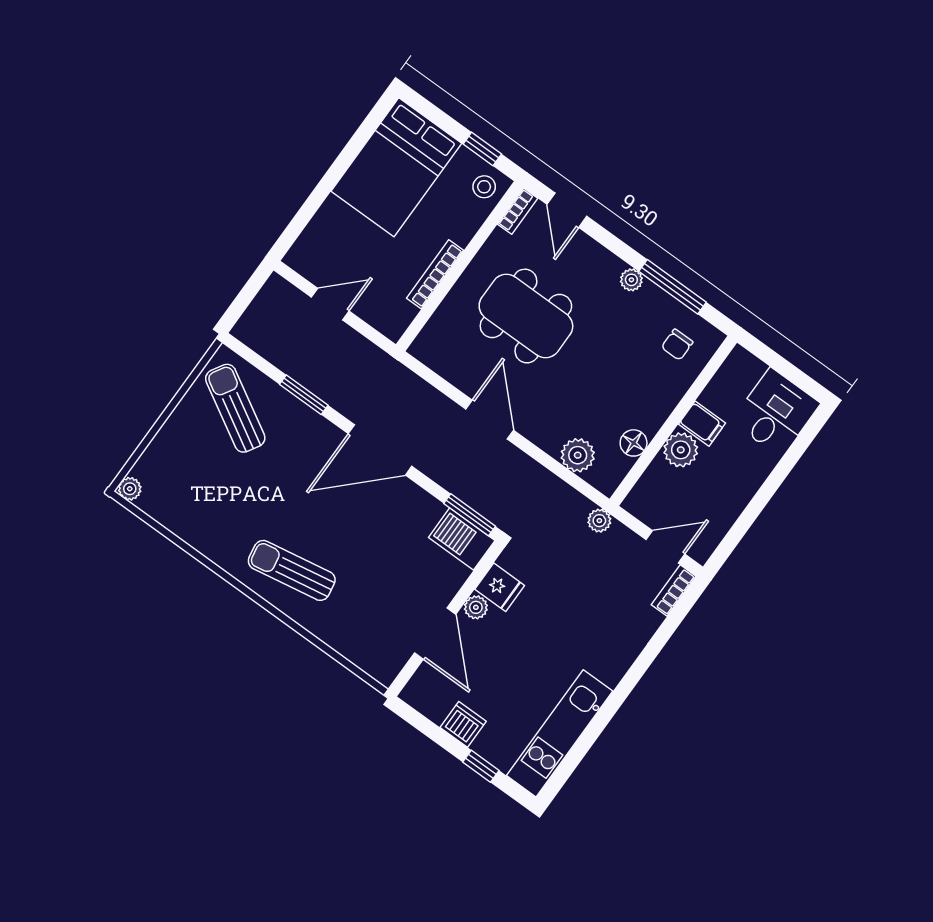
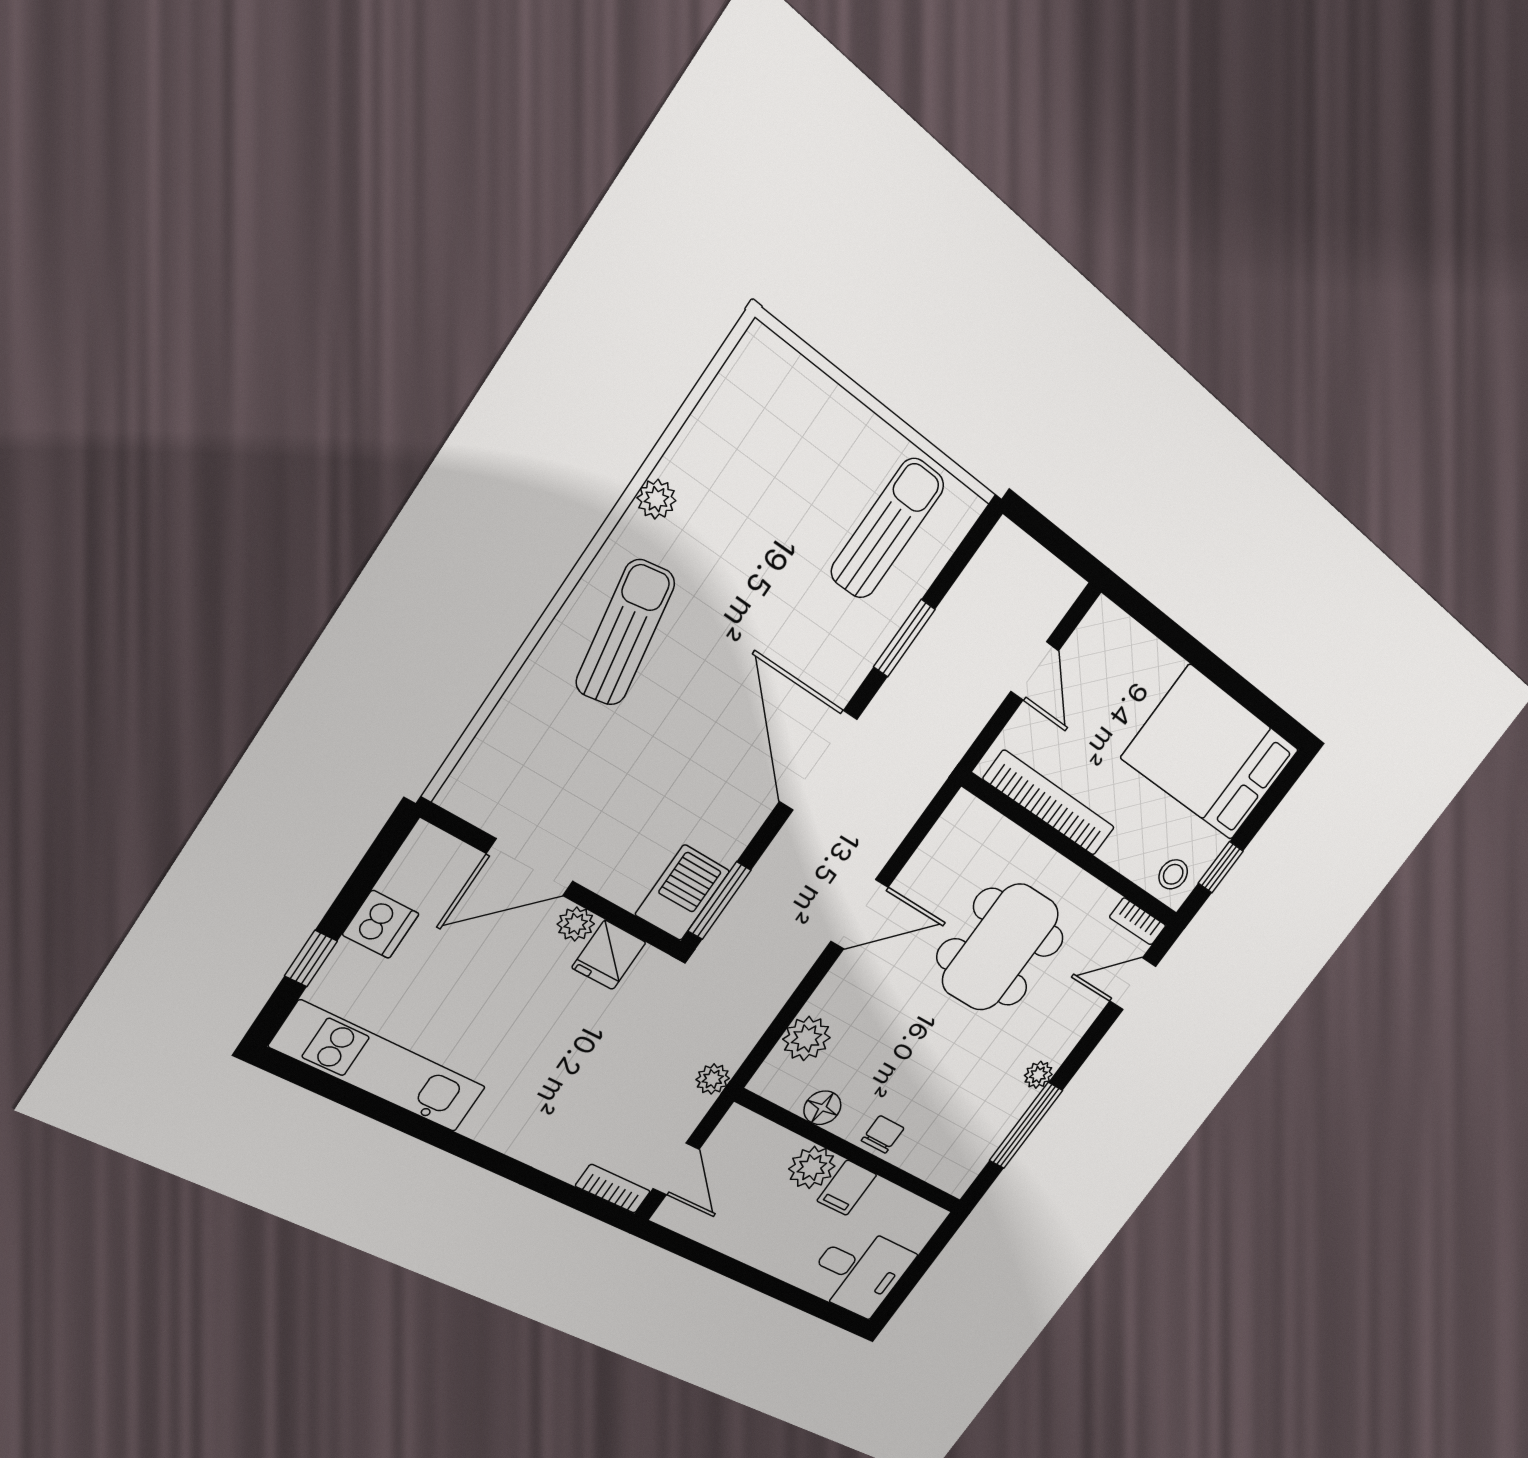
bookcase: (435, 274) -> (1050, 803), width x1.48, depth x1.31
chair: (677, 345) -> (883, 1134), moved, turned 90
sun lounger: (235, 408) -> (887, 529), turned -30
plant: (130, 489) -> (656, 499), moved

